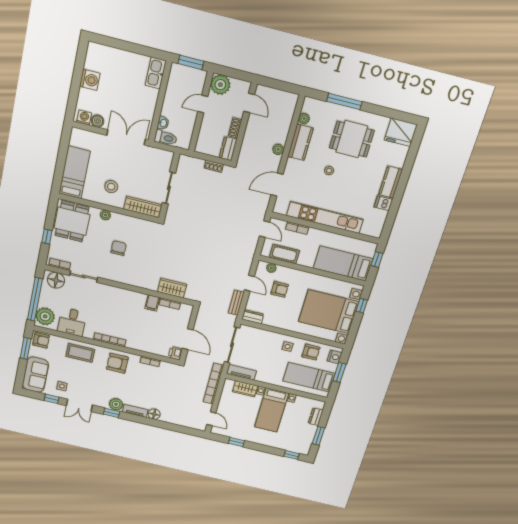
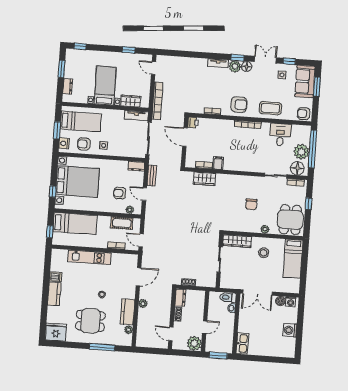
kitchen unit: (325, 217) -> (89, 257), width x0.73
plant: (45, 316) -> (301, 152), moved
window: (26, 348) -> (317, 87), moved
floor lamp: (154, 414) -> (247, 66), moved

